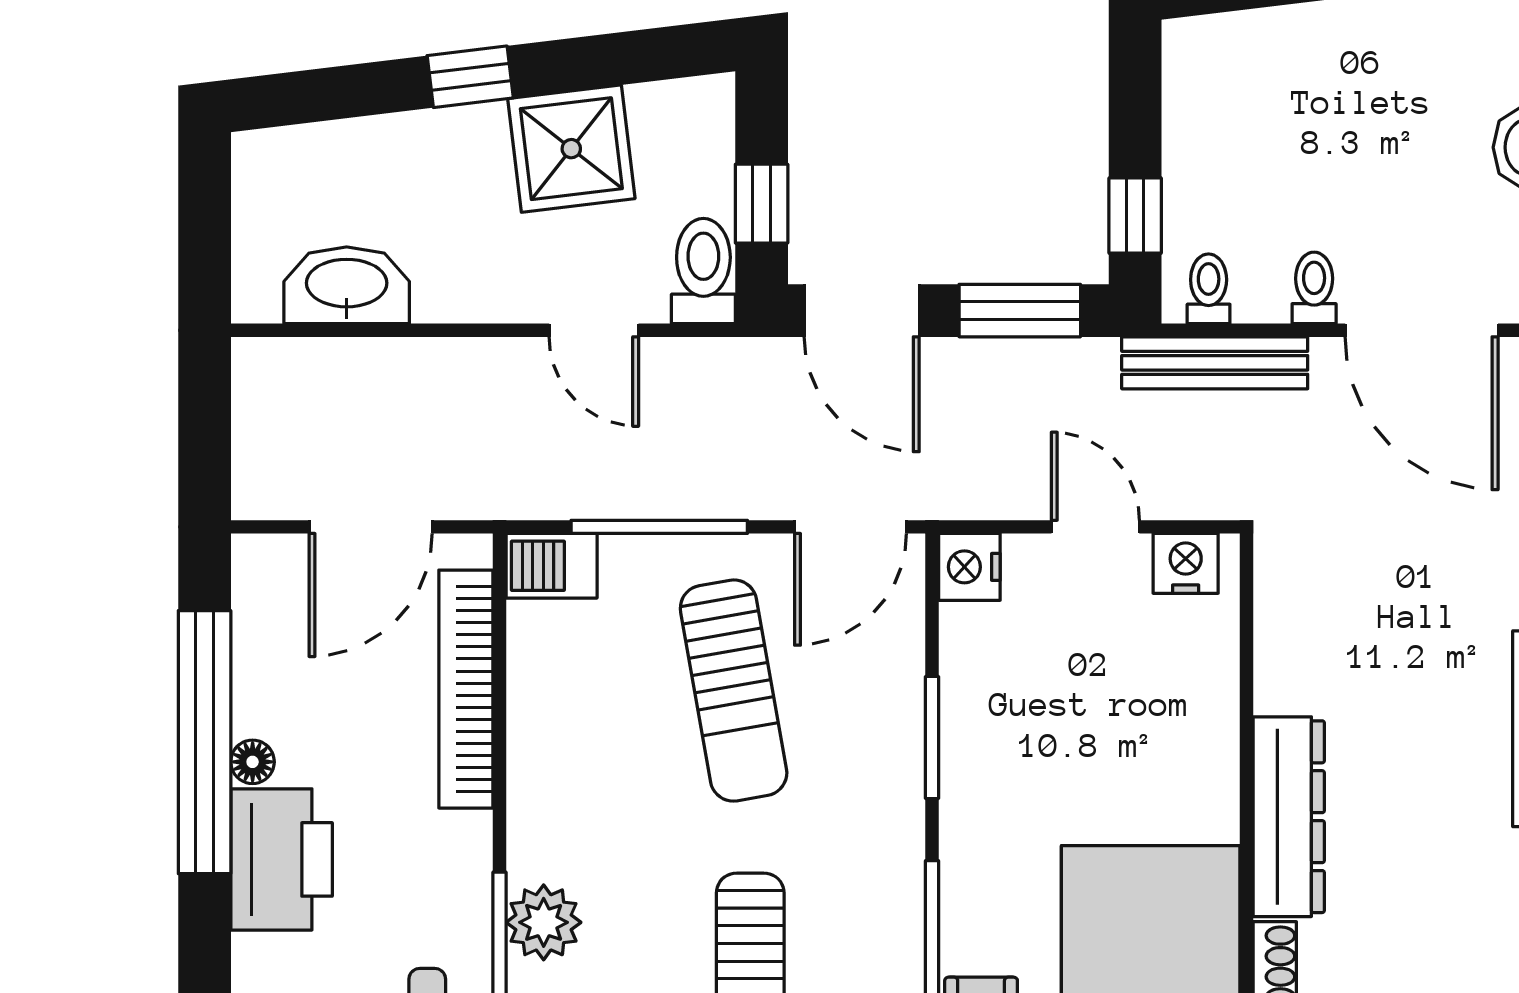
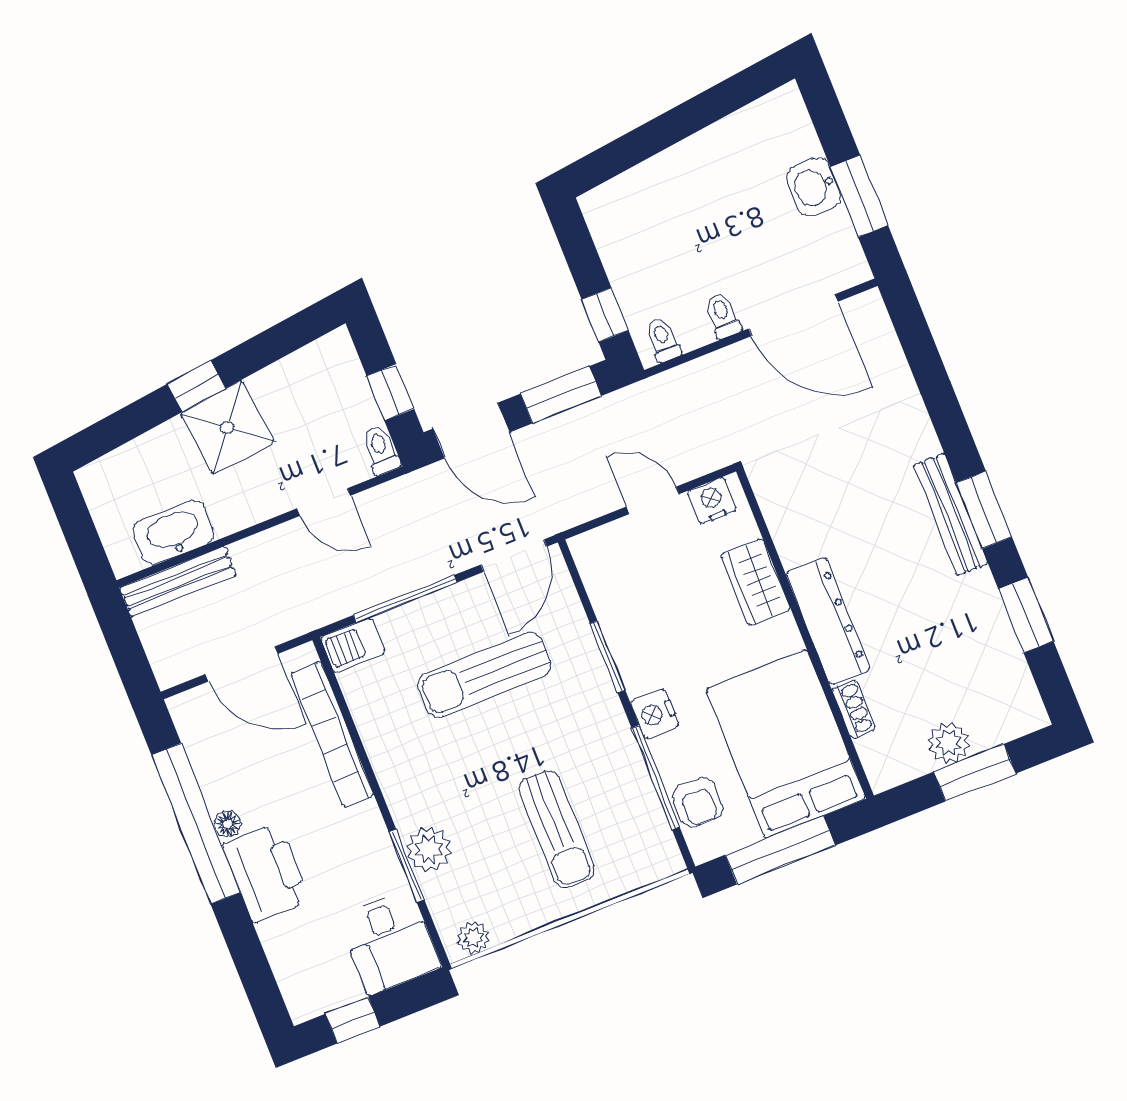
shower: (571, 149) -> (227, 427), moved
toilet: (703, 271) -> (381, 450), width x0.73, depth x0.72
bench: (1215, 363) -> (178, 581), moved
door: (371, 527) -> (242, 664), hinge flipped
nightstand: (969, 567) -> (655, 714), moved
sun lounger: (734, 691) -> (484, 675), turned 100
wardrobe: (1203, 713) -> (756, 582), added

